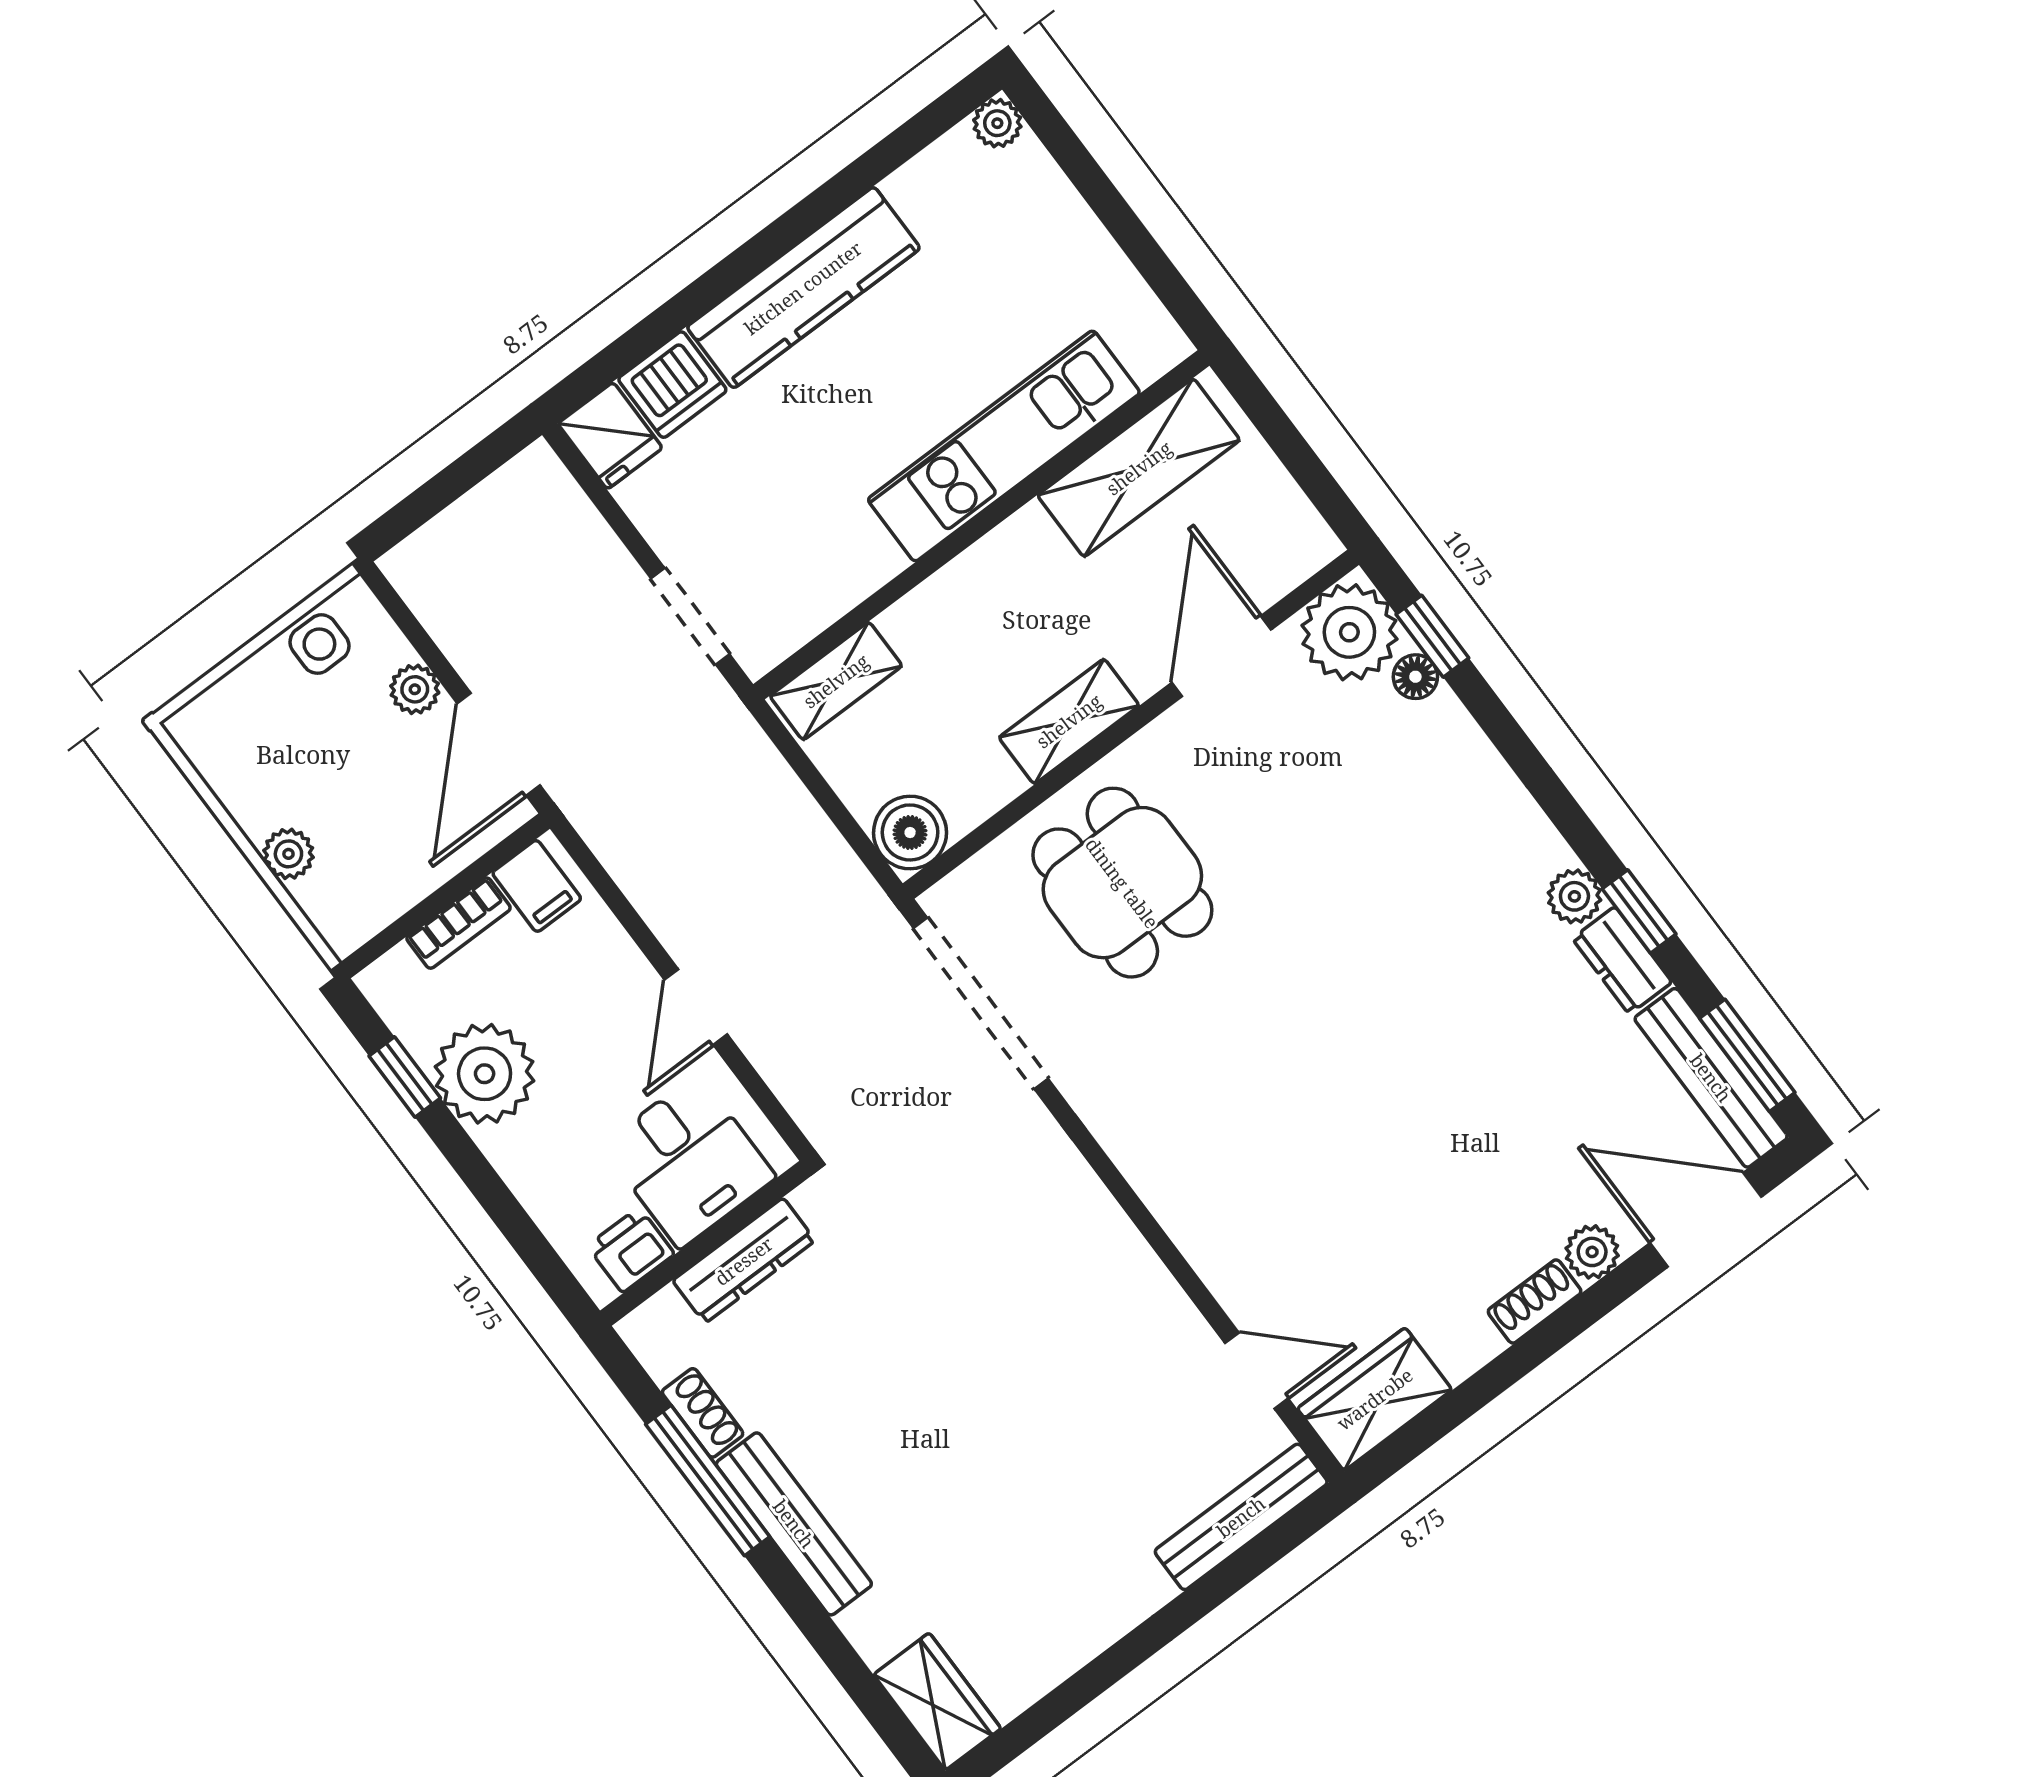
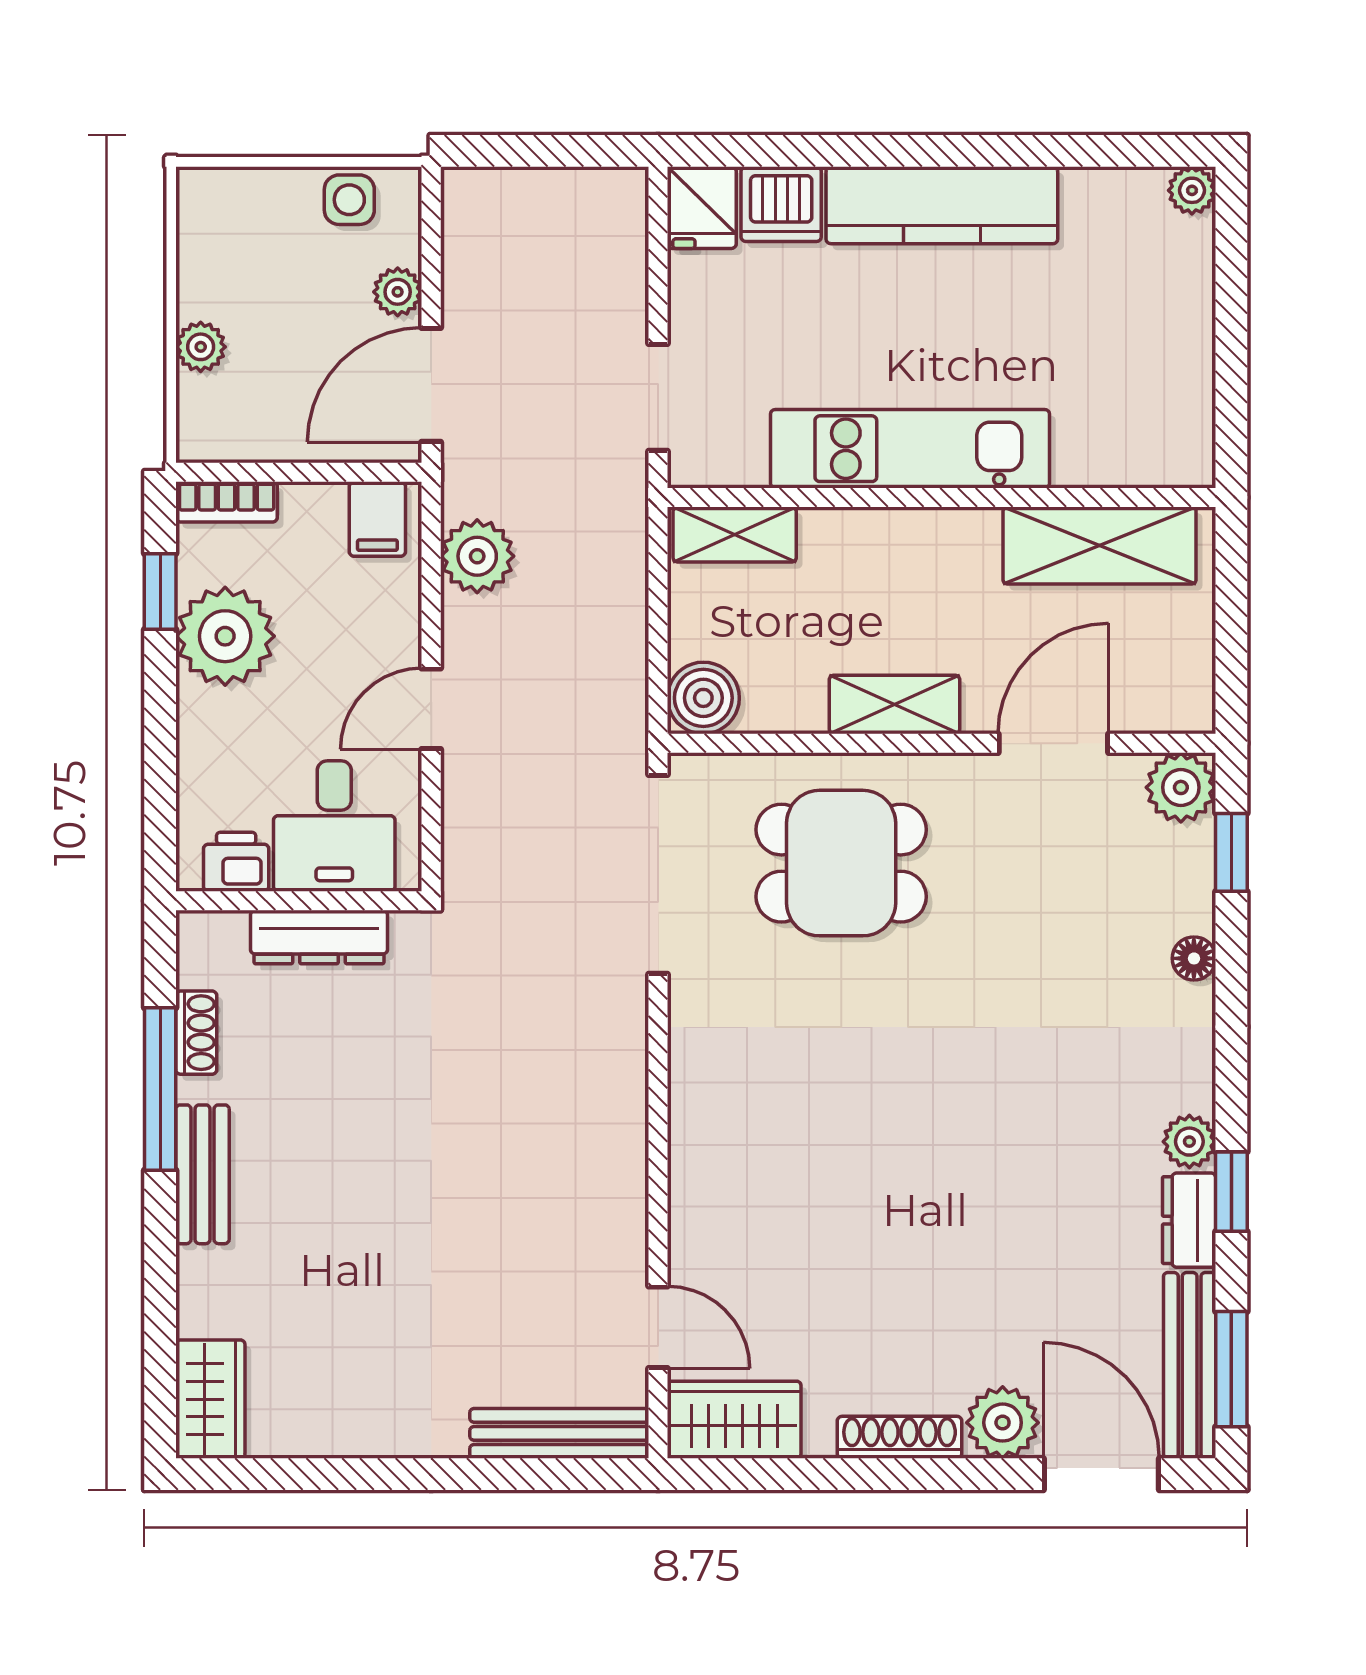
kitchen unit: (1004, 446) -> (910, 449), moved
plant: (1349, 632) -> (1181, 787), width x0.73, depth x0.73
floor lamp: (1415, 677) -> (1194, 958), moved
plant: (640, 855) -> (477, 556), added
dining table: (1122, 883) -> (841, 863), turned 90
bookcase: (458, 923) -> (227, 502), moved
plant: (1592, 1252) -> (1003, 1423), width x1.38, depth x1.38
shoe rack: (1535, 1301) -> (900, 1437), width x1.43
bench: (794, 1524) -> (203, 1174), width x0.73

